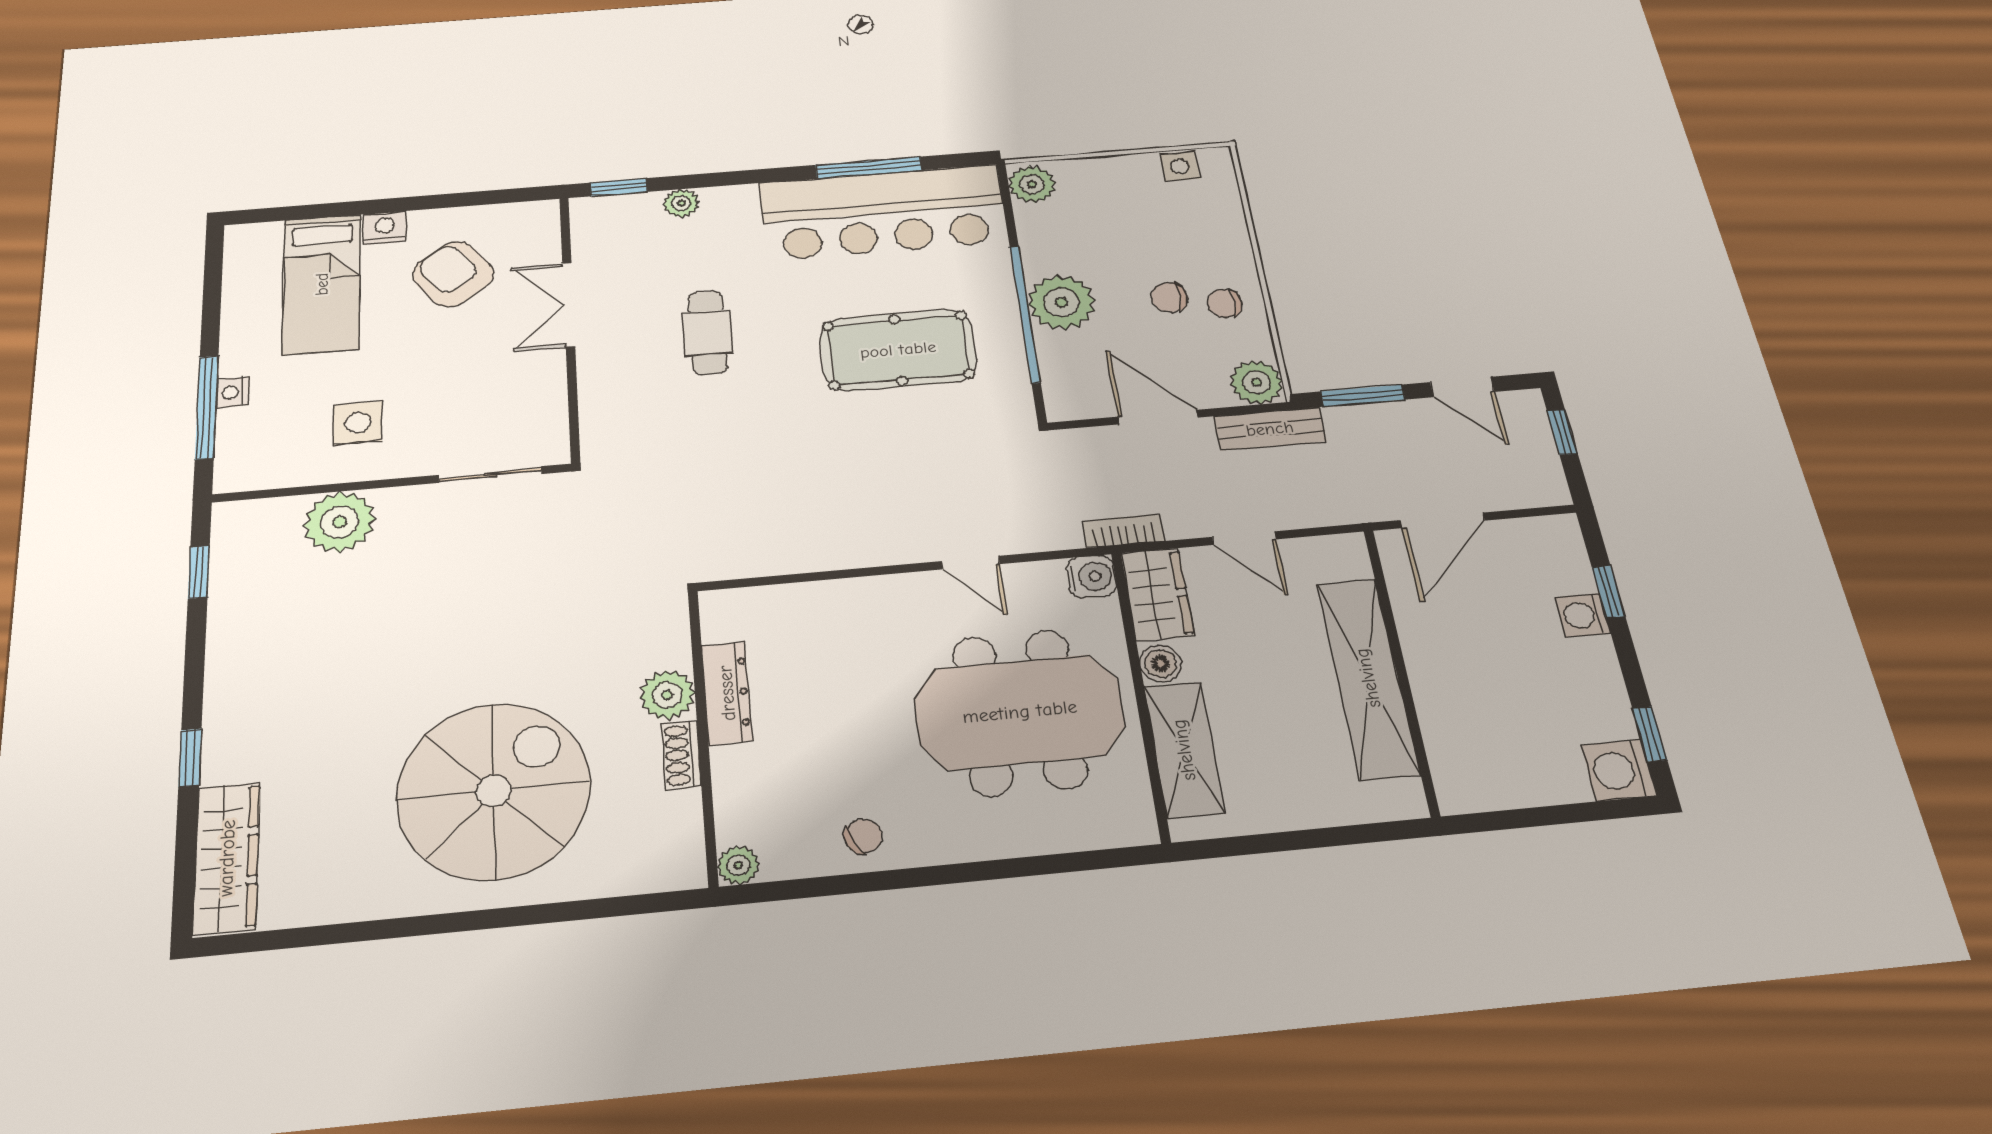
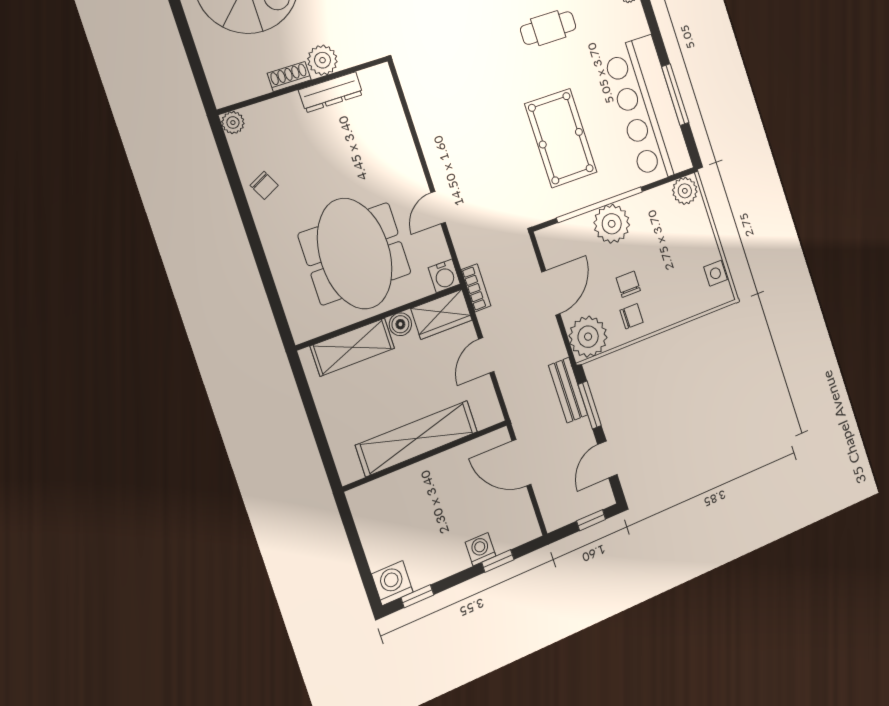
chair: (1225, 303) -> (632, 316), turned 90
plant: (1256, 382) -> (588, 337), width x1.36, depth x1.36
bench: (1270, 429) -> (568, 390), moved

